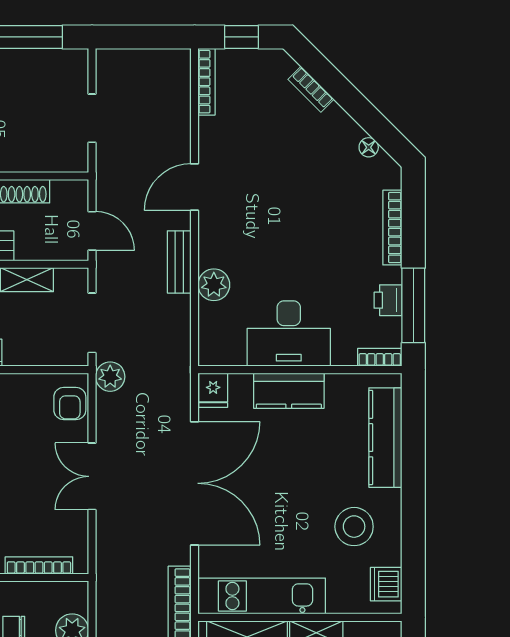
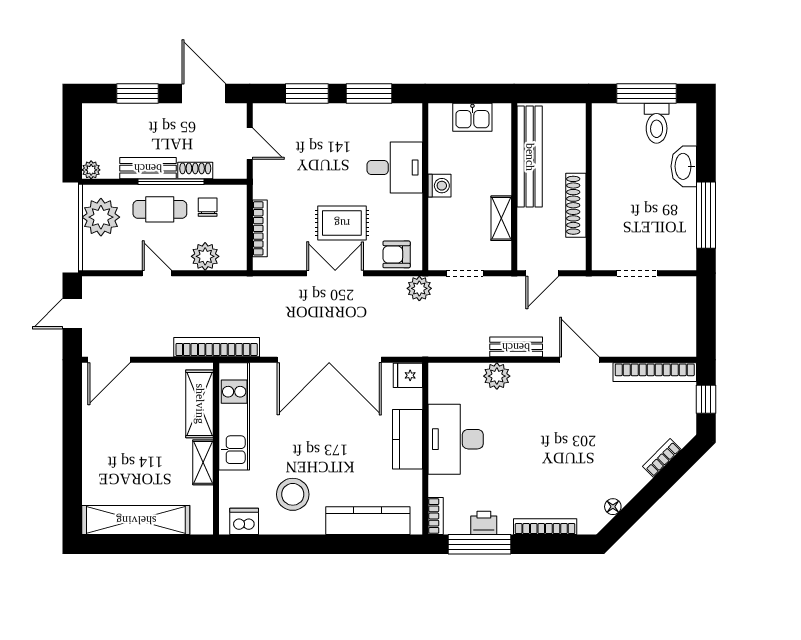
bookcase: (207, 82) -> (655, 372), width x1.48, depth x1.31
doorway: (92, 323) -> (465, 273), width x0.73
rug: (33, 468) -> (342, 223), added

